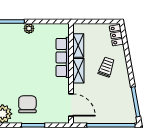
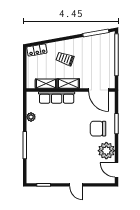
plant: (29, 28) -> (31, 117), moved
door: (71, 105) -> (99, 90), swing flipped

